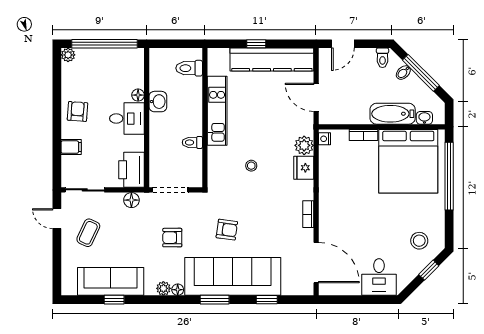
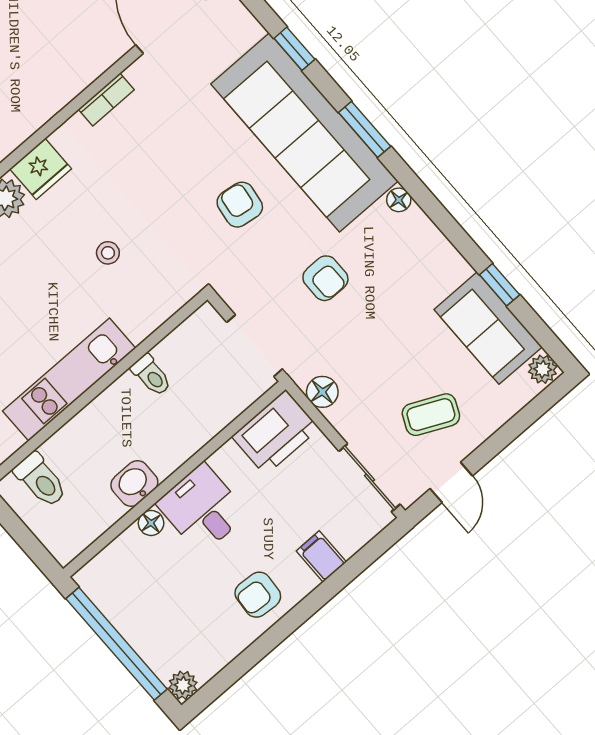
sofa: (111, 281) -> (488, 328), width x0.73
plant: (163, 288) -> (543, 369), moved

